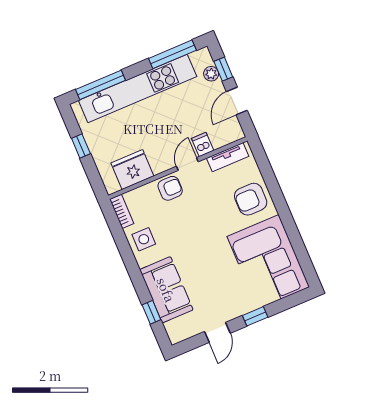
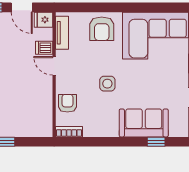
fridge: (132, 169) -> (43, 20), moved, width x0.53, depth x0.75
armchair: (170, 188) -> (67, 103), moved
side table: (144, 239) -> (107, 84), moved

